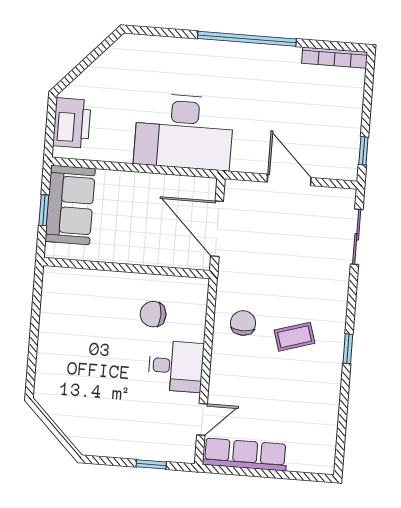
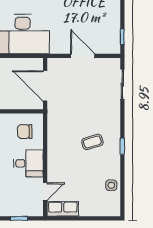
chair: (153, 314) -> (25, 132), moved
chair: (243, 323) -> (63, 137), removed
side table: (322, 418) -> (111, 185), added
row of seats: (245, 454) -> (63, 209), width x0.68

